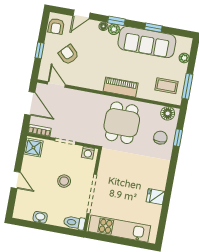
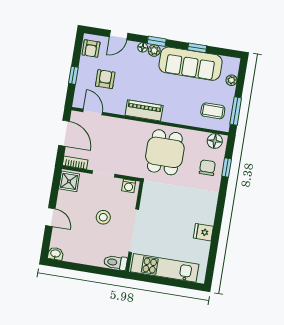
armchair: (68, 55) -> (105, 79), turned 46
piano: (121, 87) -> (144, 110), moved
washbasin: (40, 217) -> (55, 254), moved

